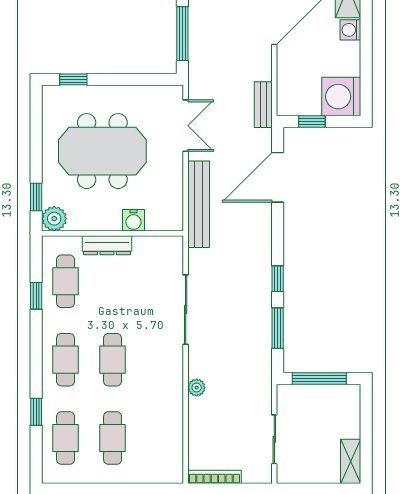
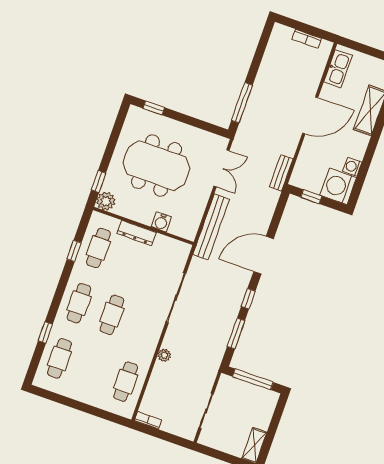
washing machine: (350, 30) -> (352, 167), moved
door: (278, 177) -> (264, 255), moved
cafe table: (113, 438) -> (126, 382), moved
bookcase: (214, 477) -> (148, 420), width x0.64

